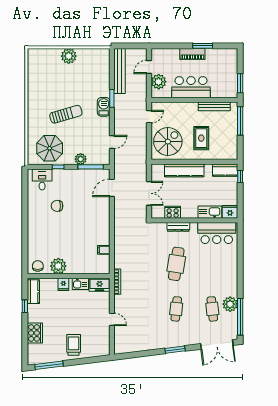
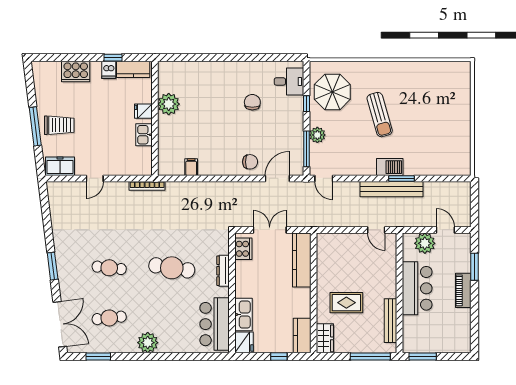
window: (203, 46) -> (475, 267), moved
plant: (69, 56) -> (460, 118), removed
bench: (120, 71) -> (392, 189), moved
door: (112, 142) -> (324, 178), moved
spiral stairs: (168, 142) -> (342, 256), removed
wardrobe: (227, 154) -> (325, 338), added
kitchen counter: (184, 170) -> (302, 260), moved
window: (240, 176) -> (279, 357), moved
door: (112, 188) -> (277, 178), hinge flipped
double door: (149, 193) -> (270, 230), swing flipped
cooker: (173, 212) -> (243, 249), moved
chair: (38, 266) -> (250, 162), moved
freezer: (100, 285) -> (60, 166), moved, turned 90
plant: (230, 304) -> (148, 343), moved
dishwasher: (34, 309) -> (109, 70), added
window: (240, 317) -> (98, 357), width x0.47
double door: (217, 344) -> (60, 324), swing flipped
window: (49, 365) -> (35, 126), moved

